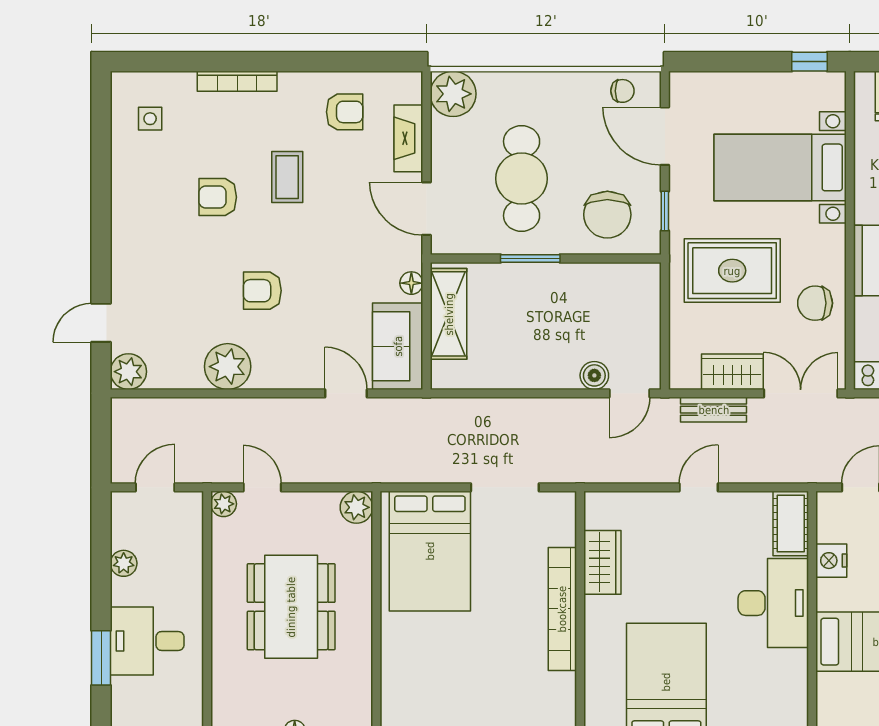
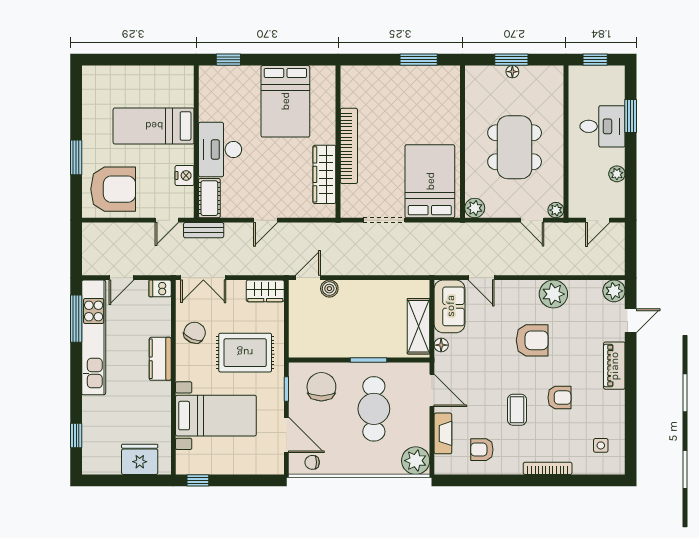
piano: (128, 249) -> (614, 366), added
armchair: (262, 291) -> (532, 340), width x1.38, depth x1.38
chair: (815, 303) -> (195, 333), turned -67
wardrobe: (732, 372) -> (265, 291), moved
bench: (714, 410) -> (204, 230), moved
wardrobe: (602, 562) -> (324, 174), width x1.50

